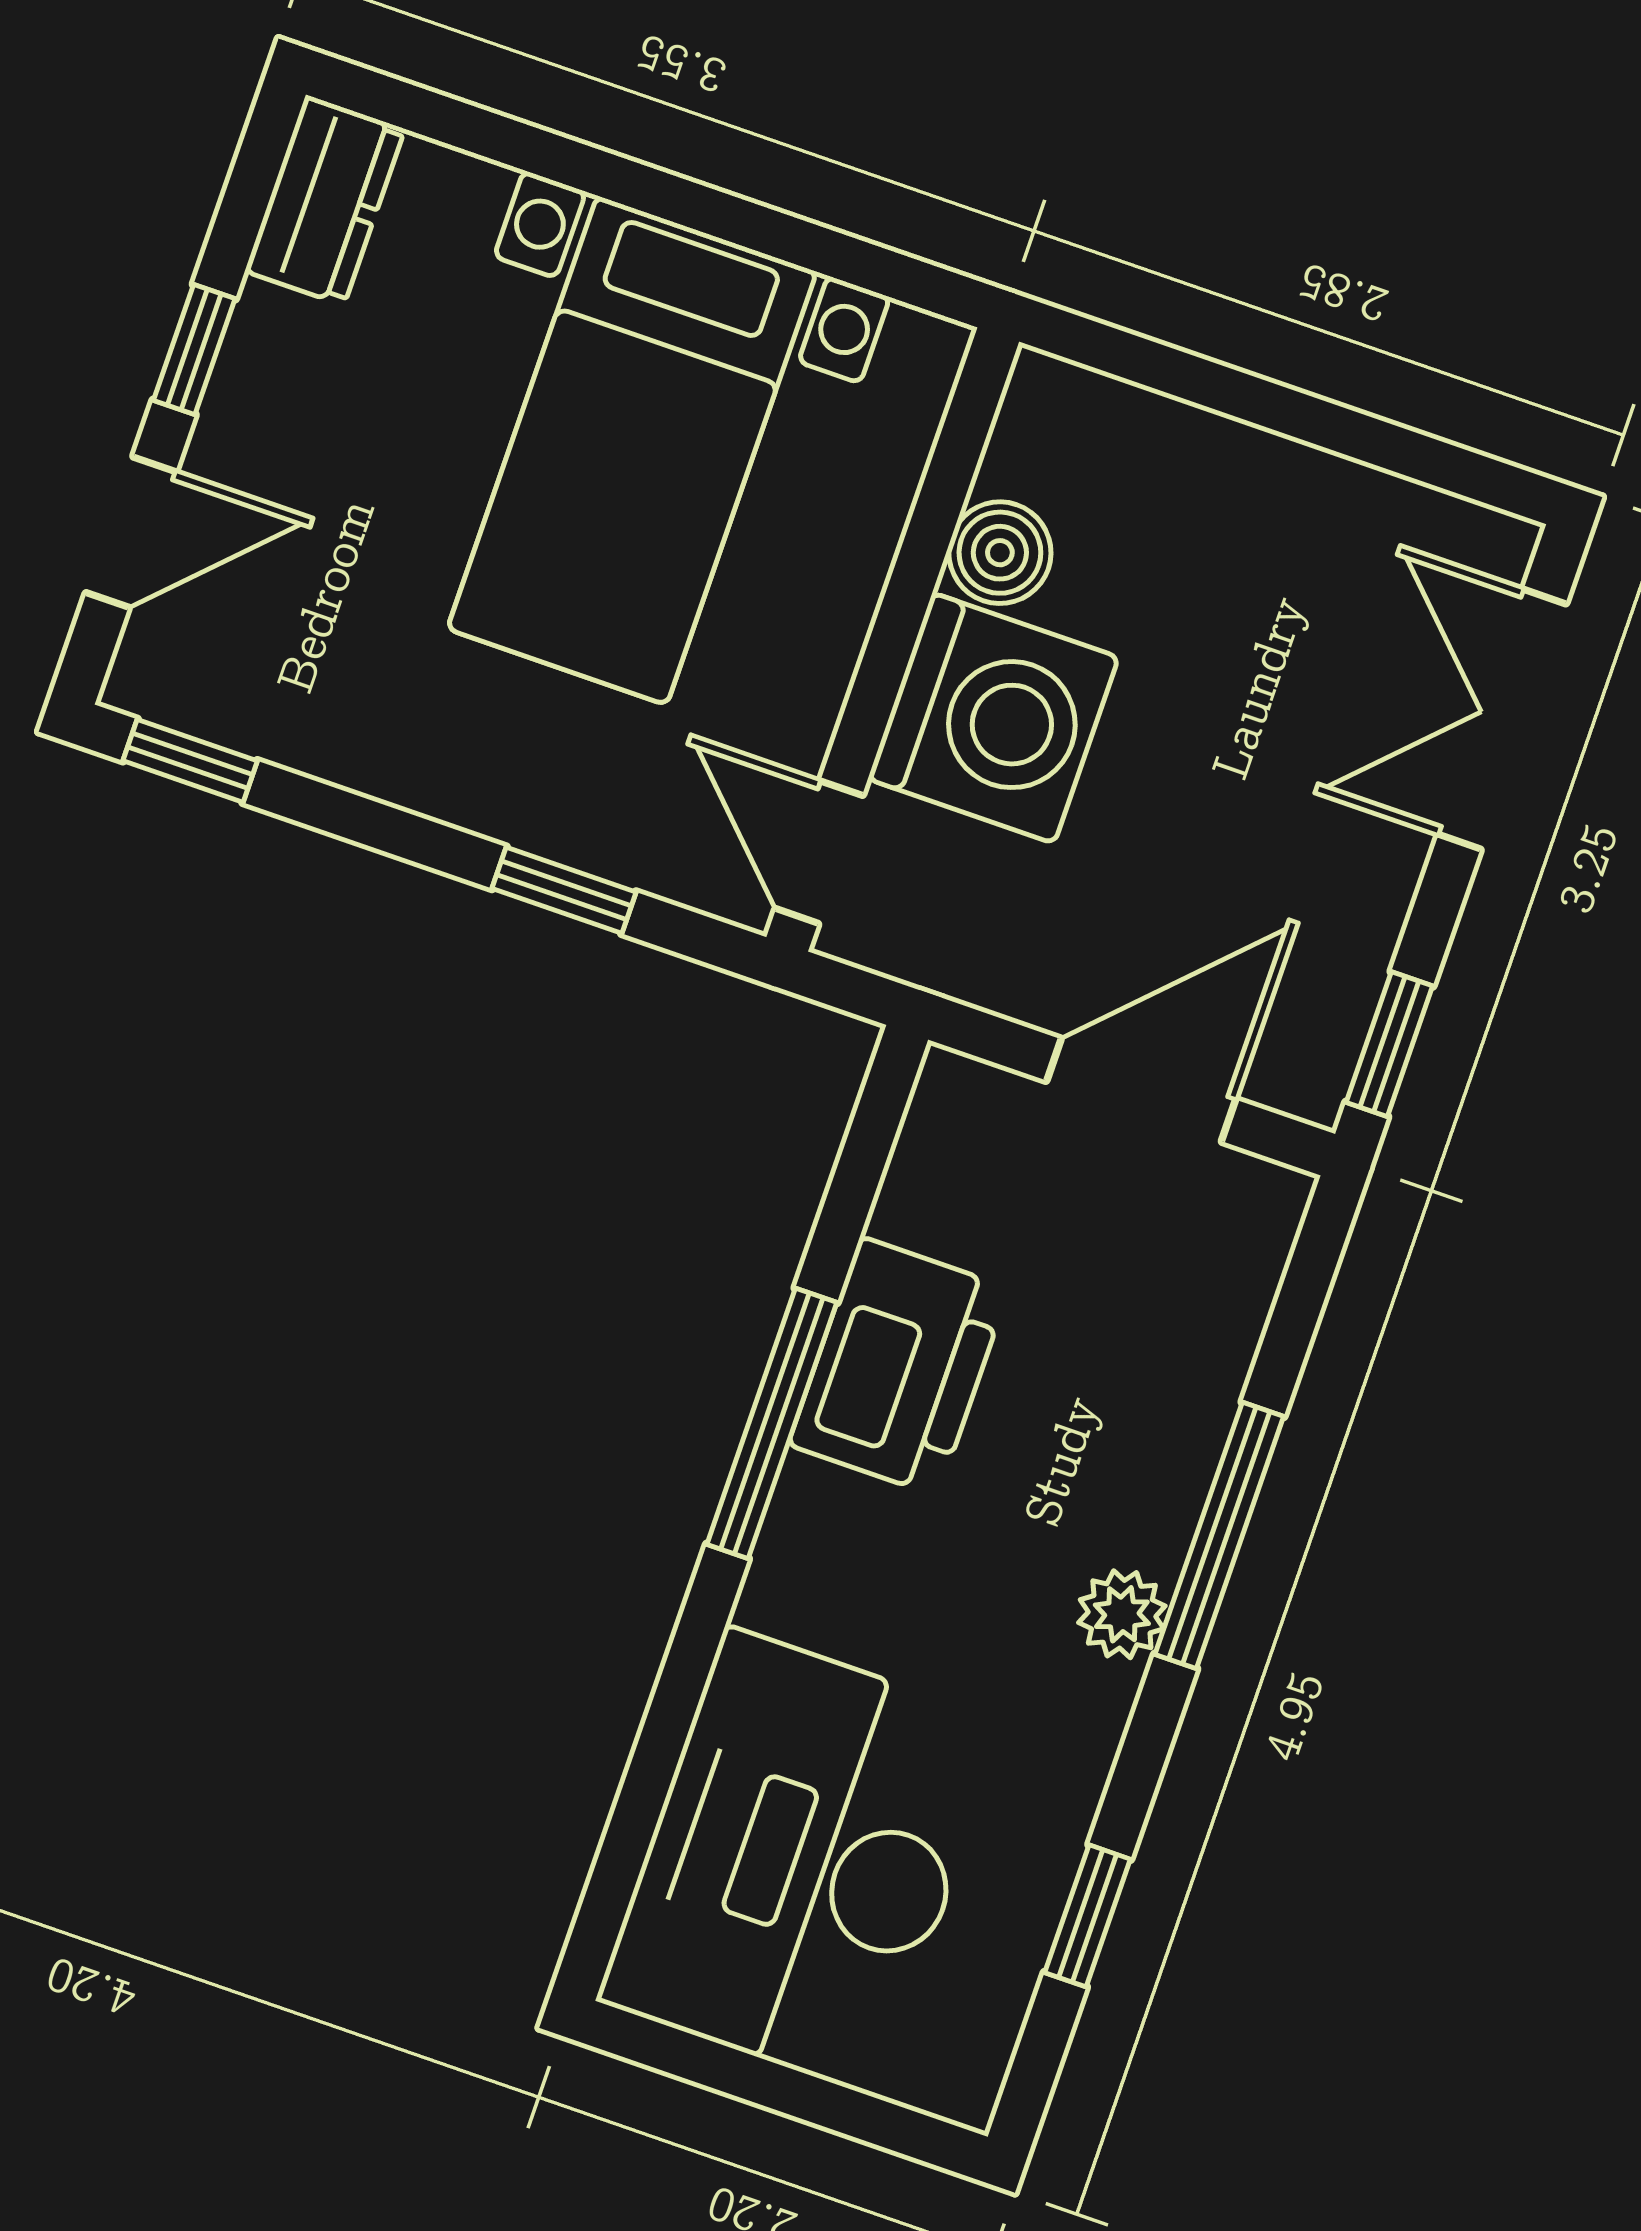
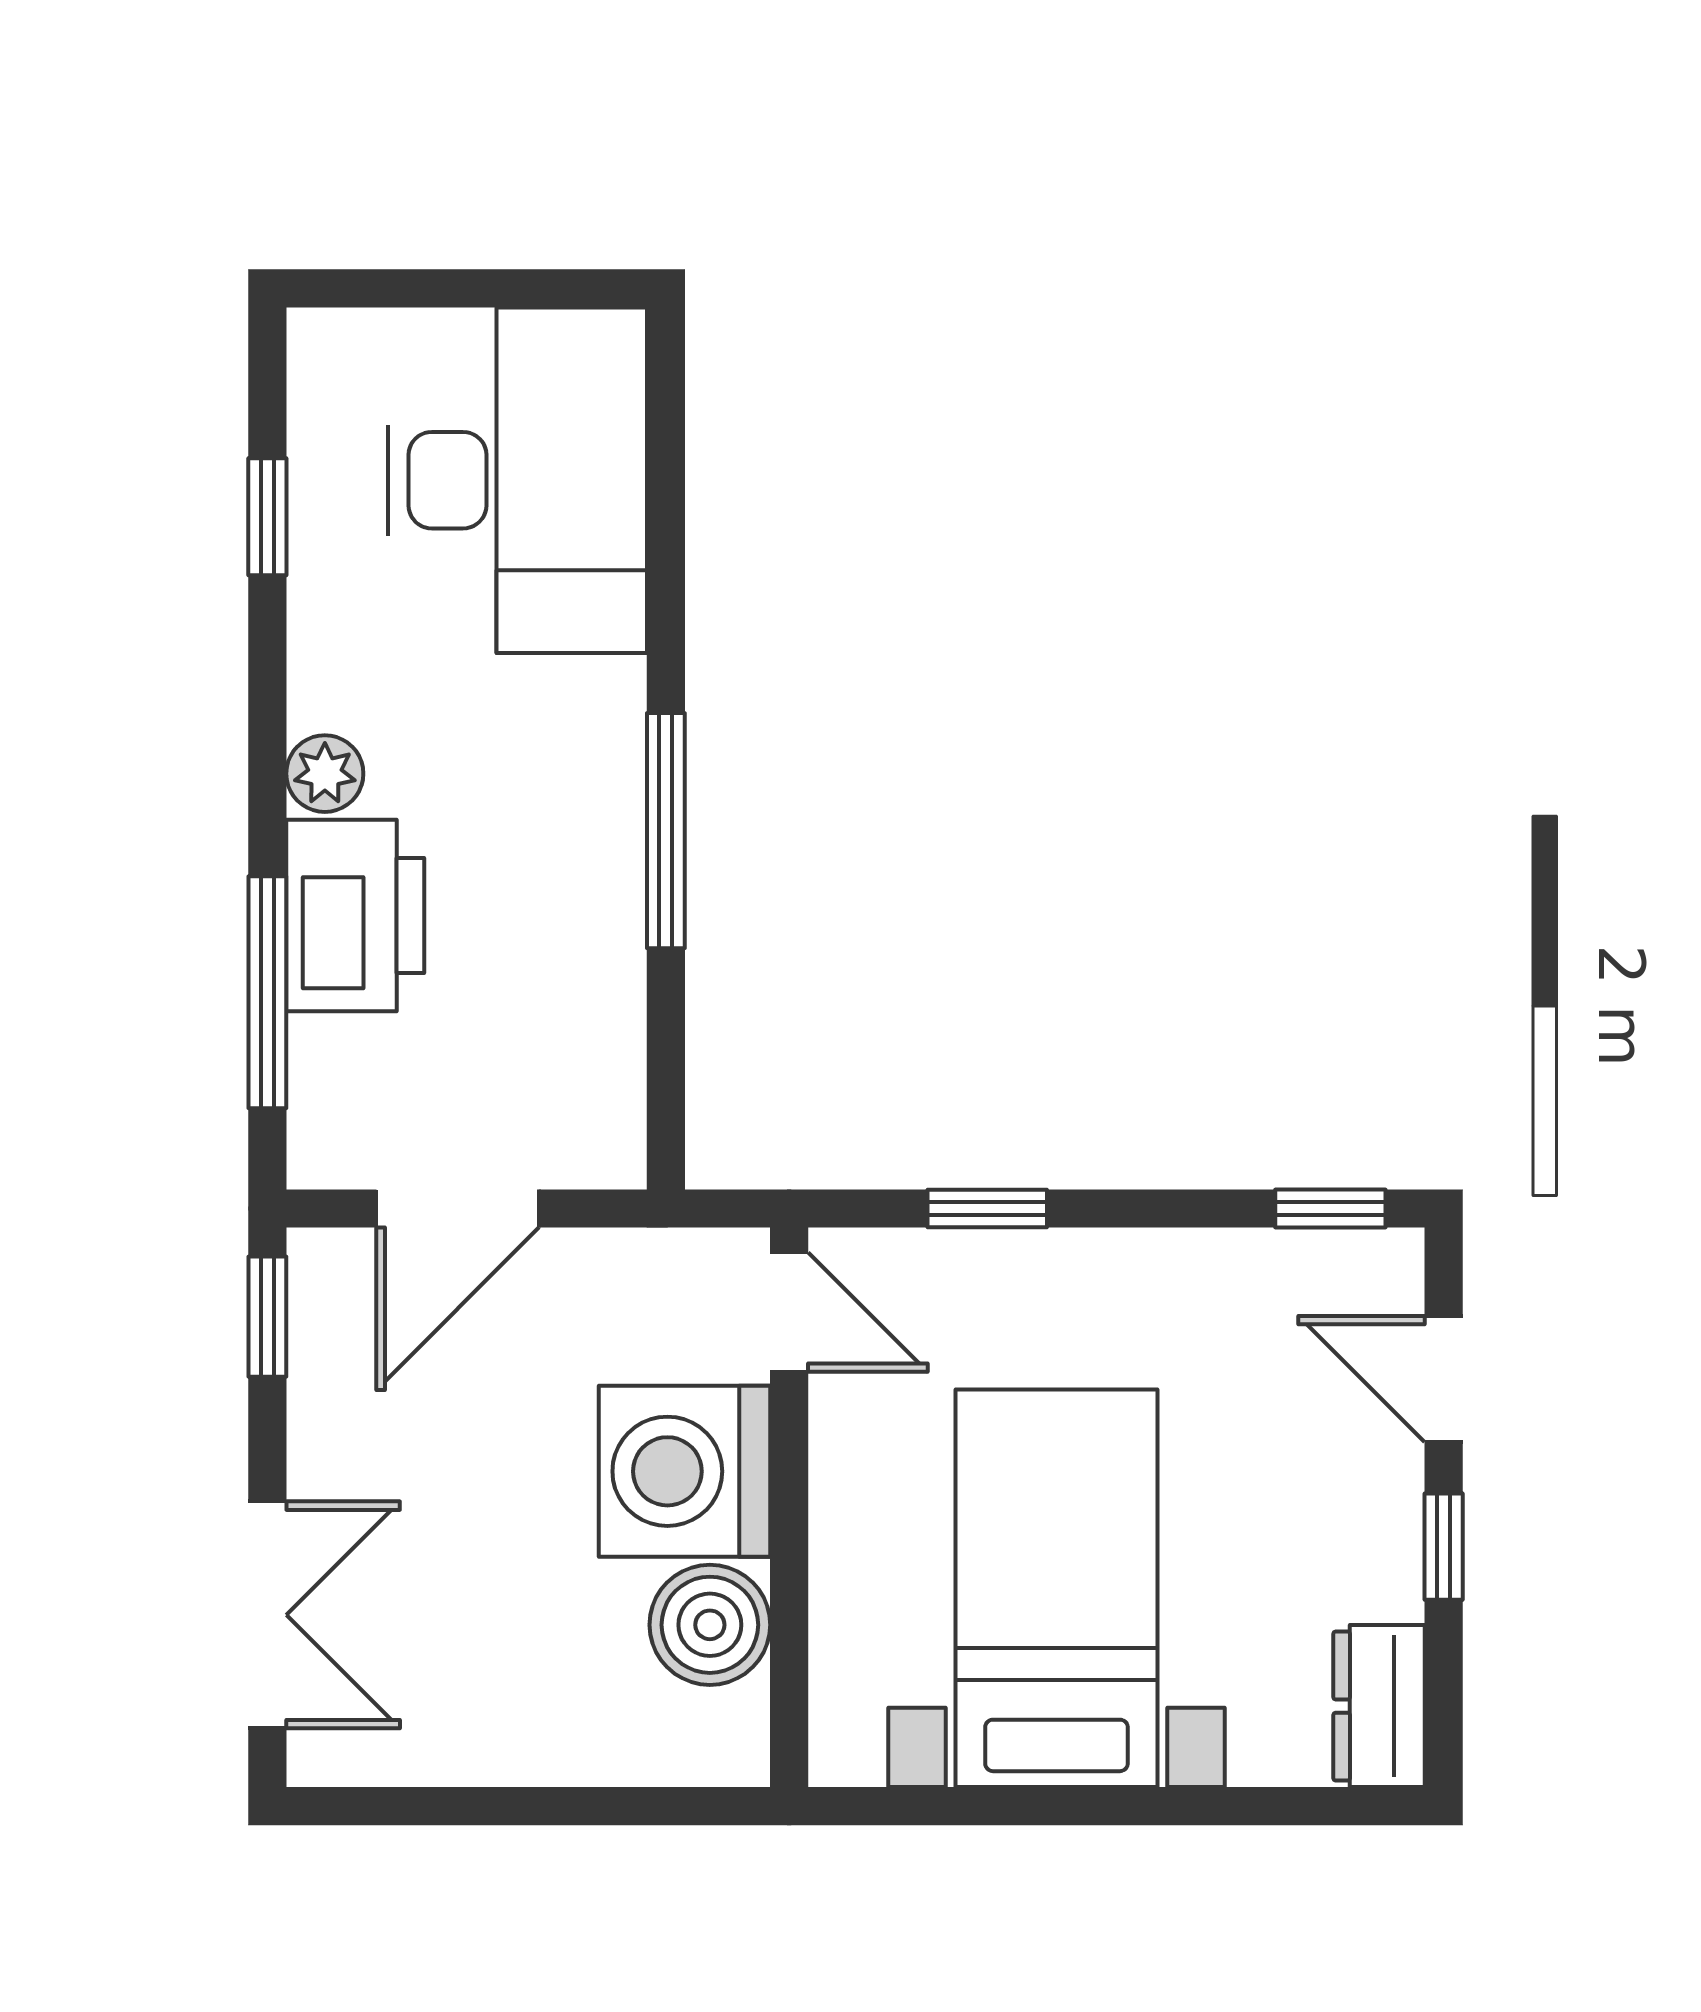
door: (131, 532) -> (1444, 1379), hinge flipped
boiler: (1000, 553) -> (710, 1625), width x1.36, depth x1.36
printer: (899, 1366) -> (355, 916), moved, turned 180
window: (1219, 1535) -> (267, 992), moved

